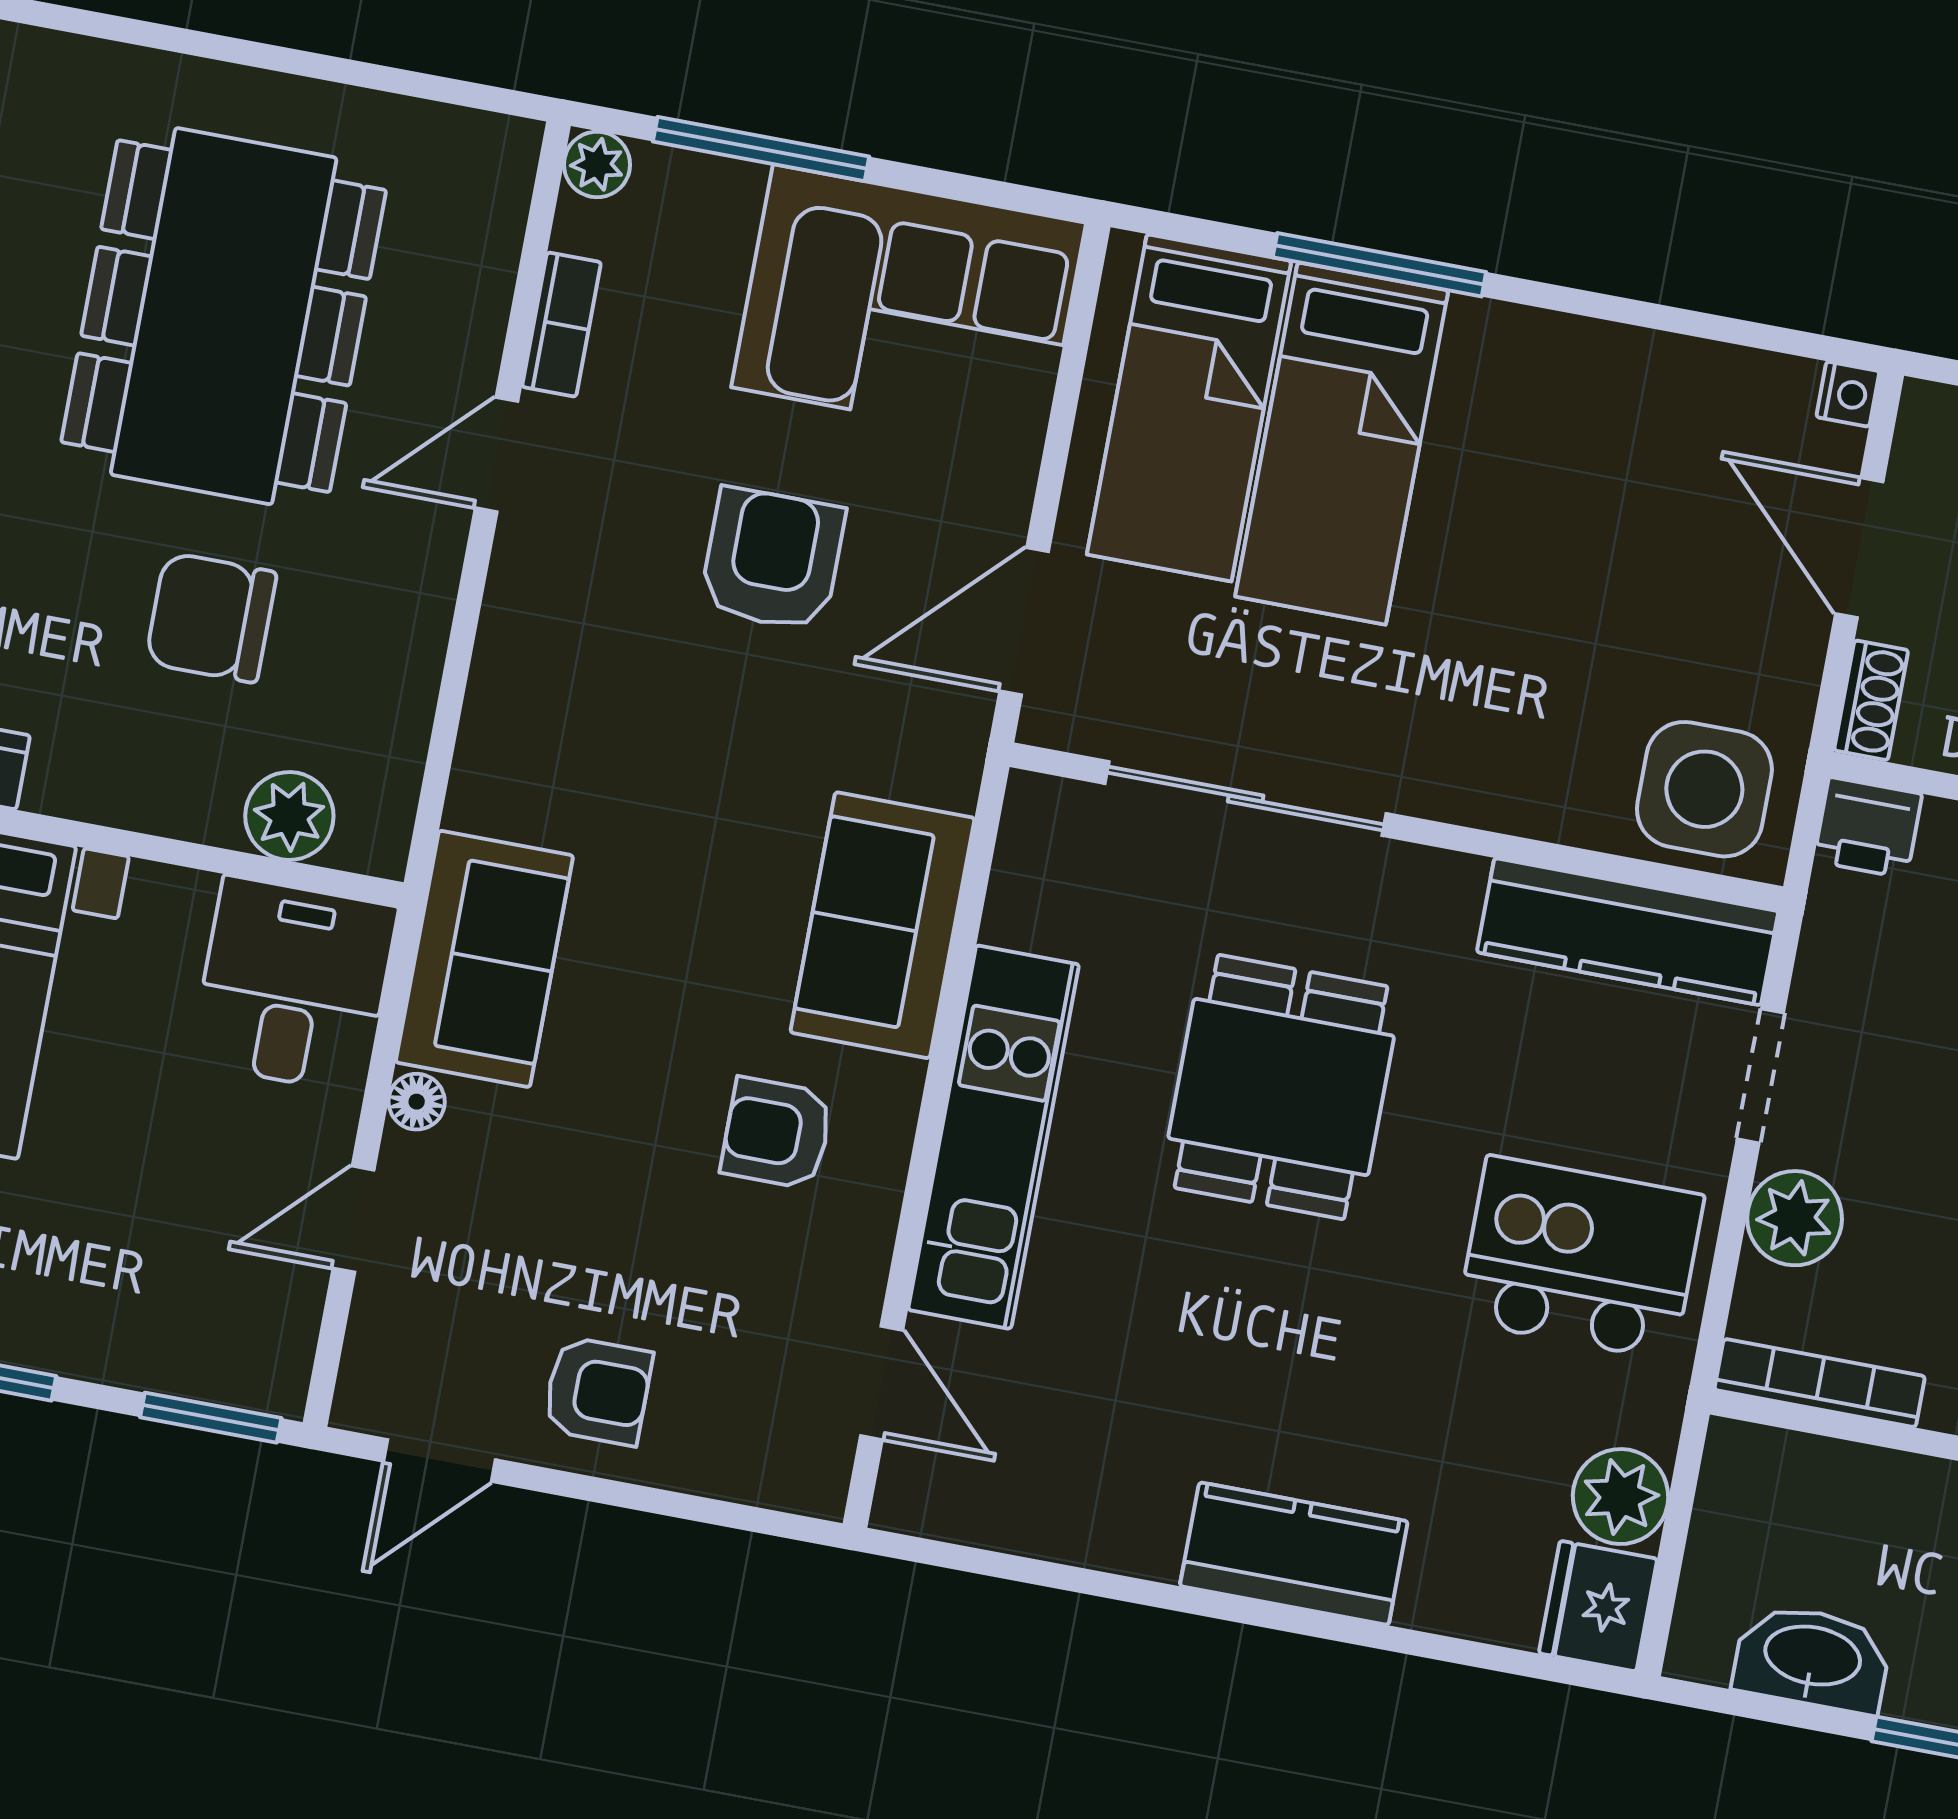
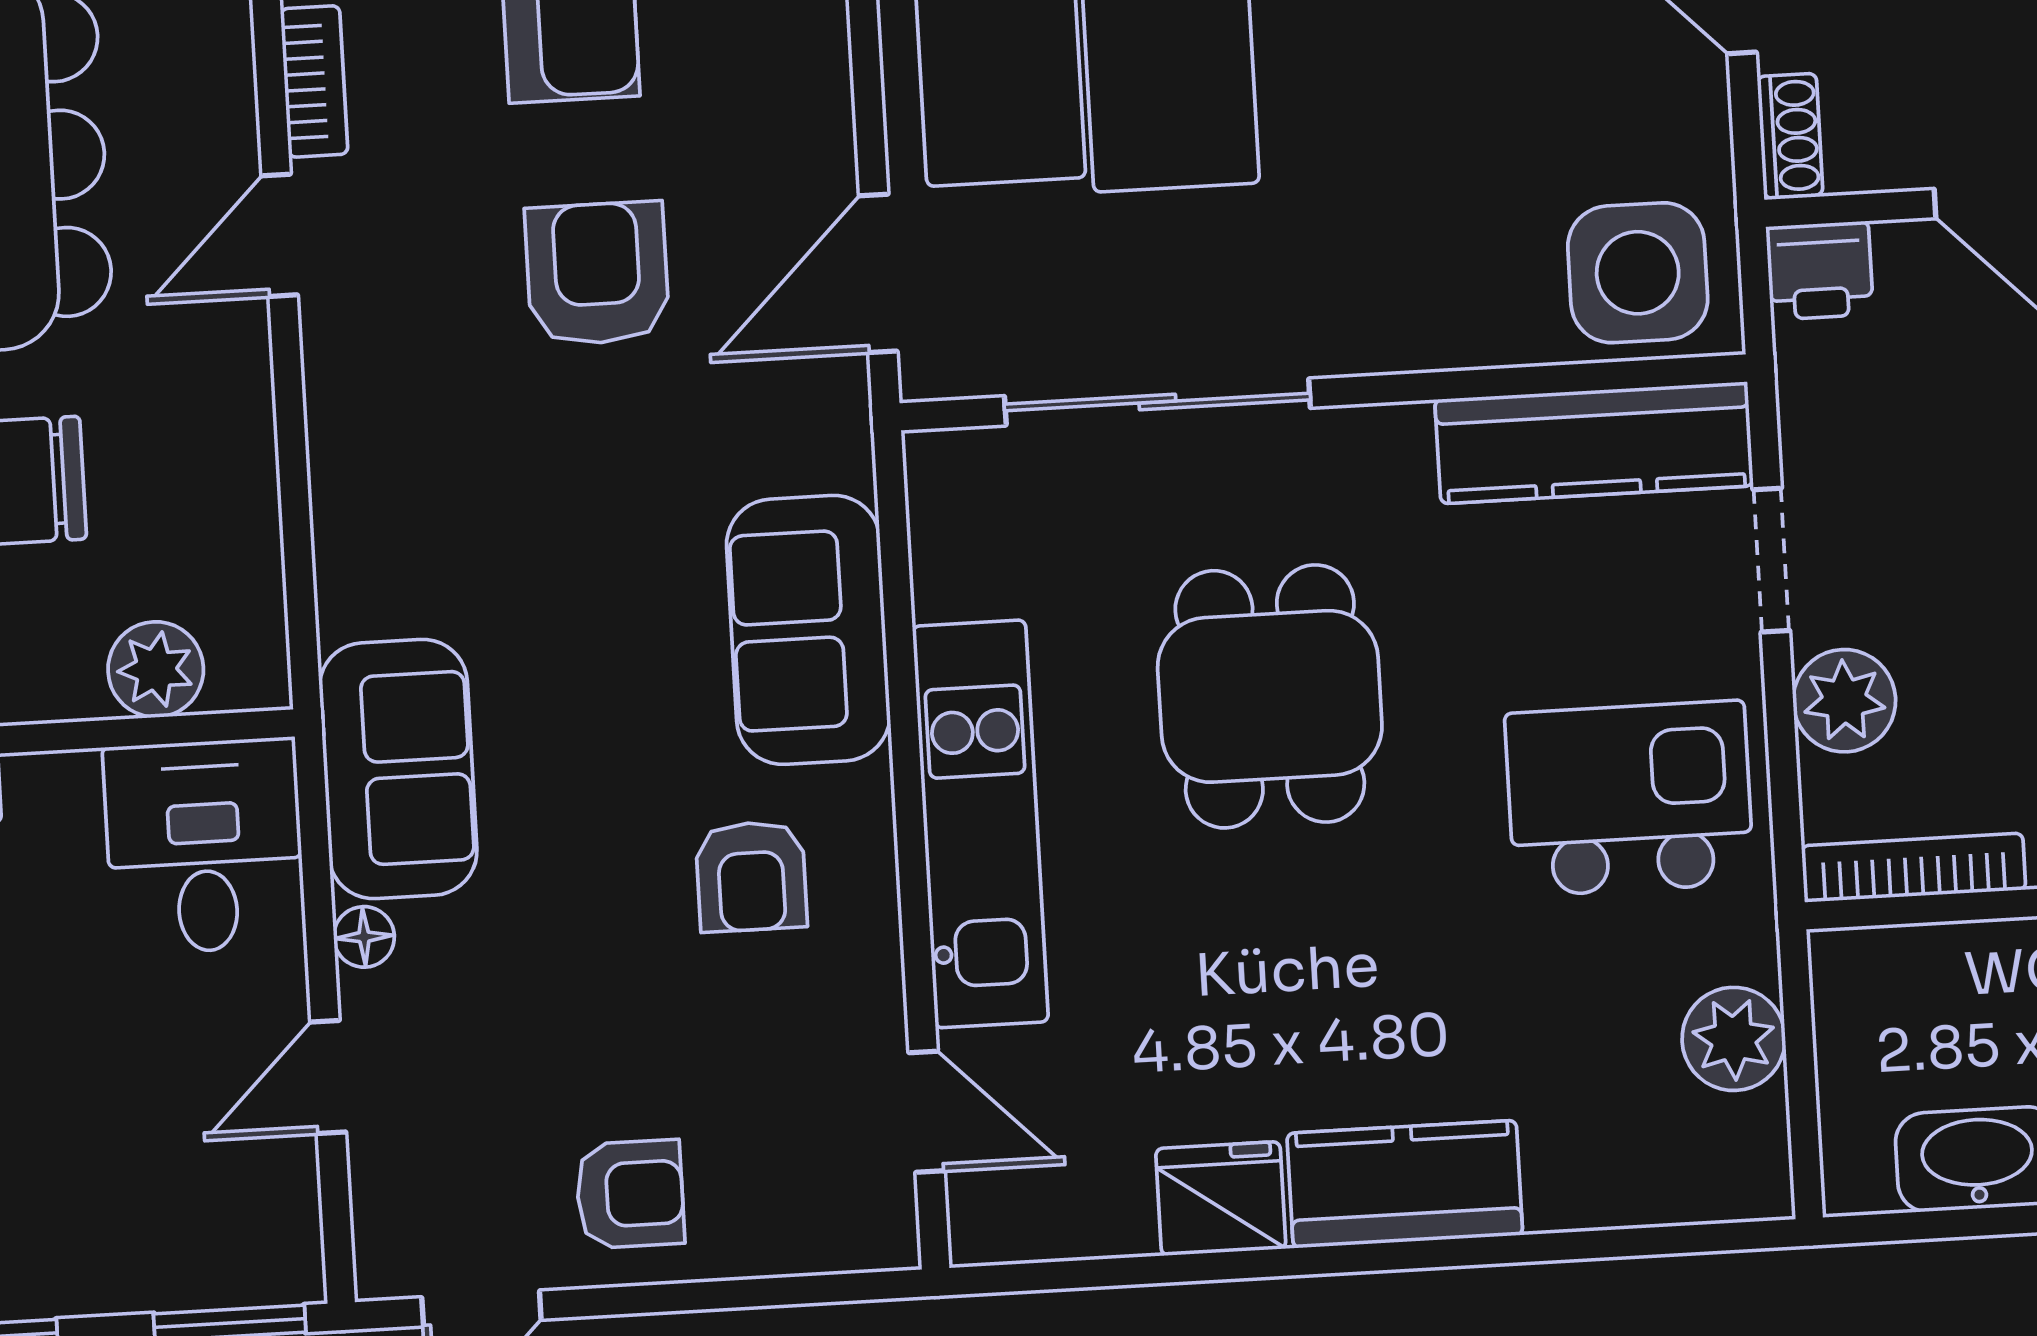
armchair: (777, 1133) -> (751, 876), turned -90
fridge: (1598, 1606) -> (1221, 1199), moved, turned 90

